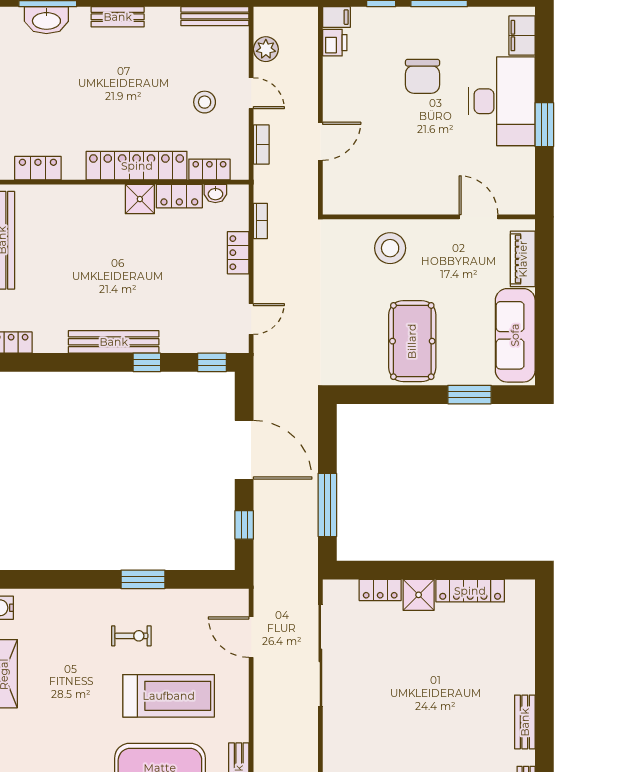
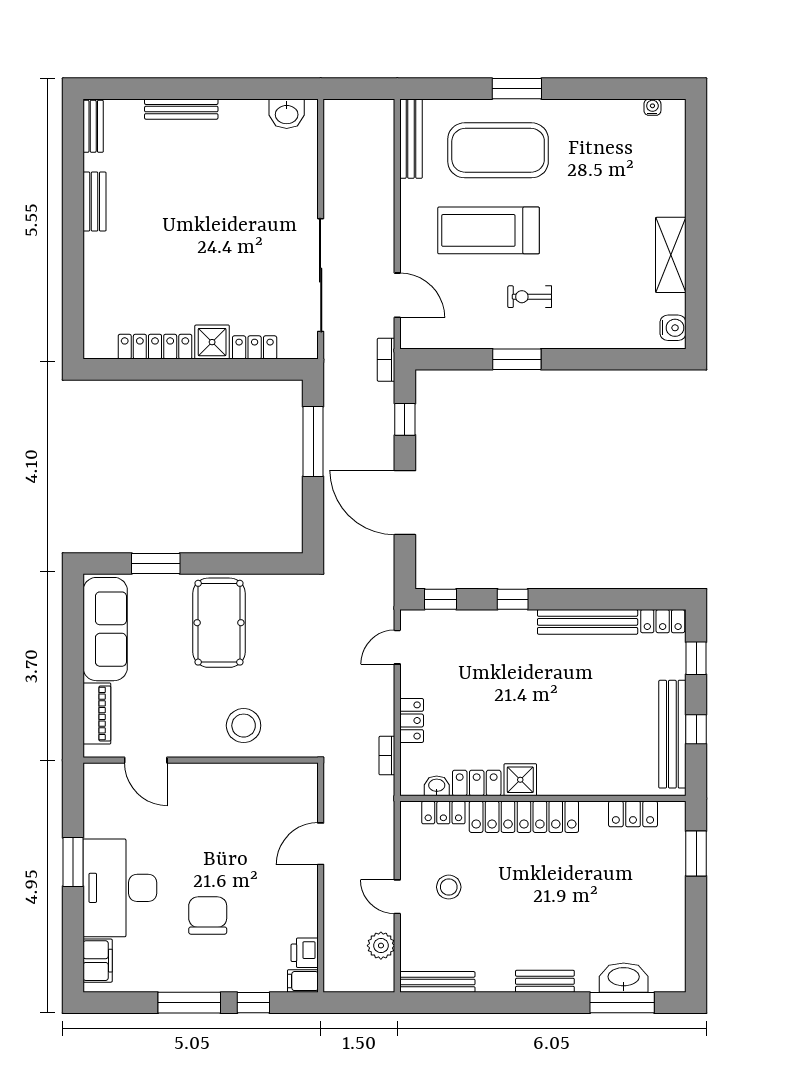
bookcase: (261, 145) -> (386, 360), moved
bench: (114, 342) -> (588, 622), moved

